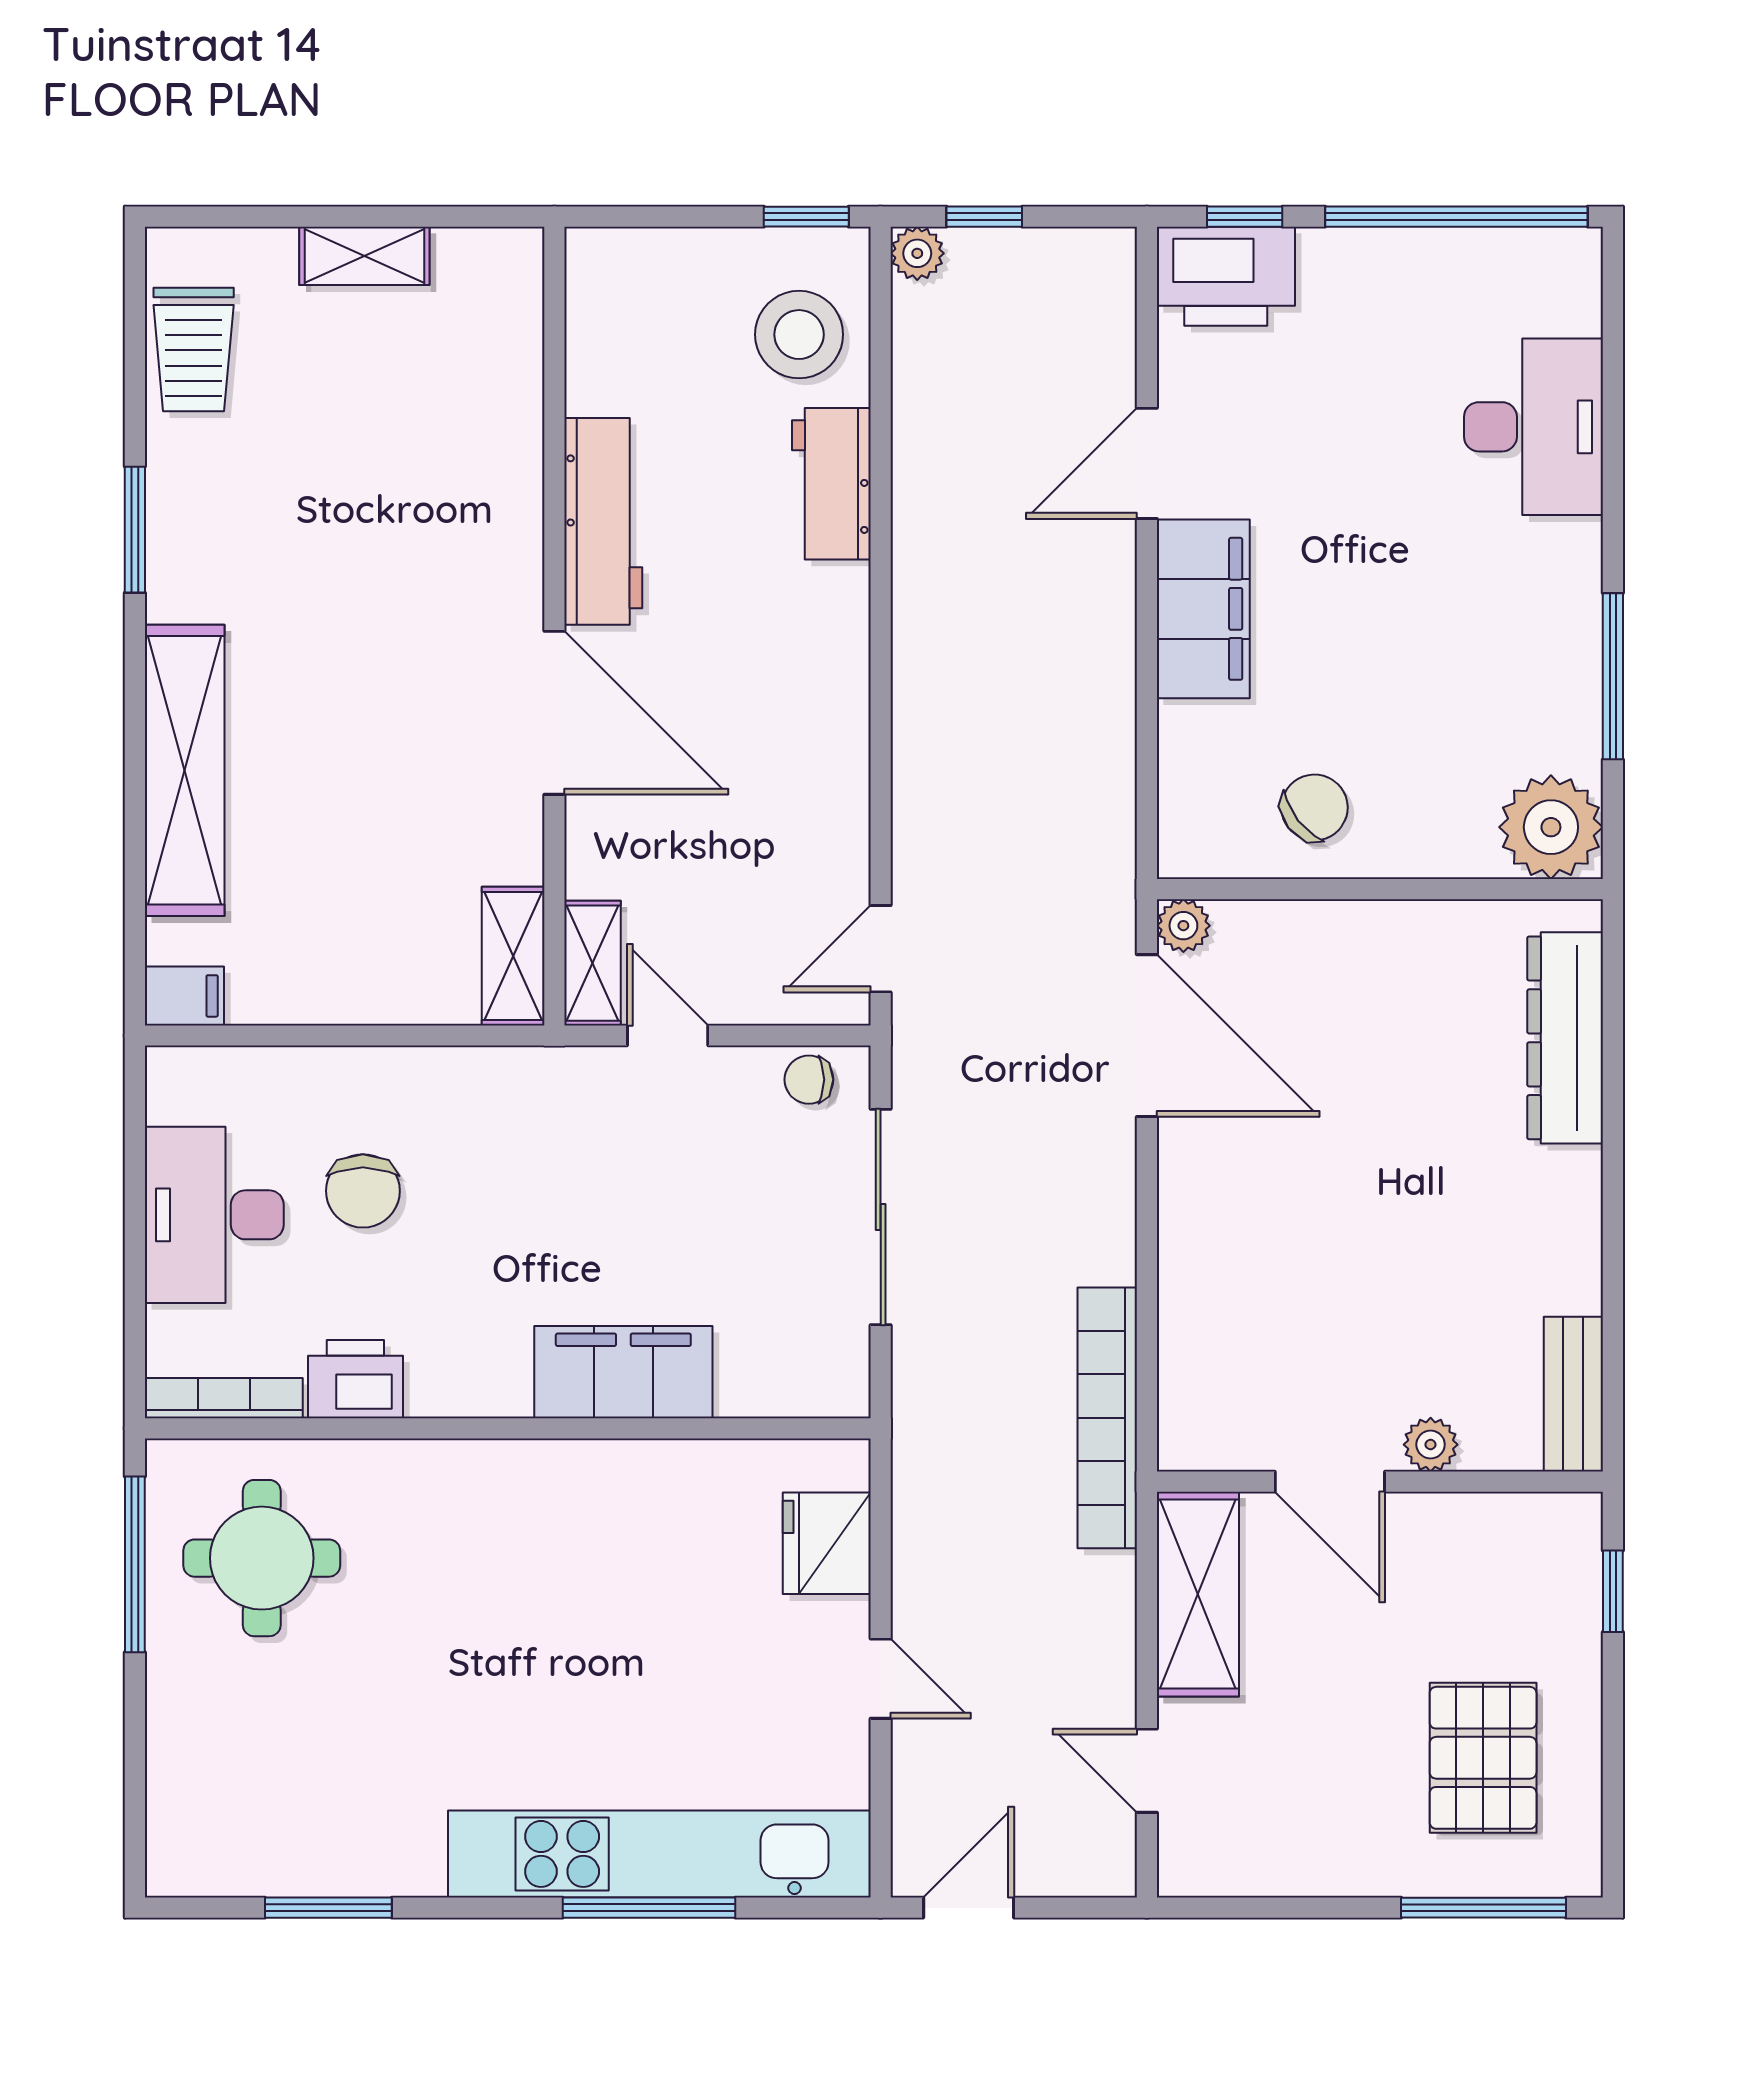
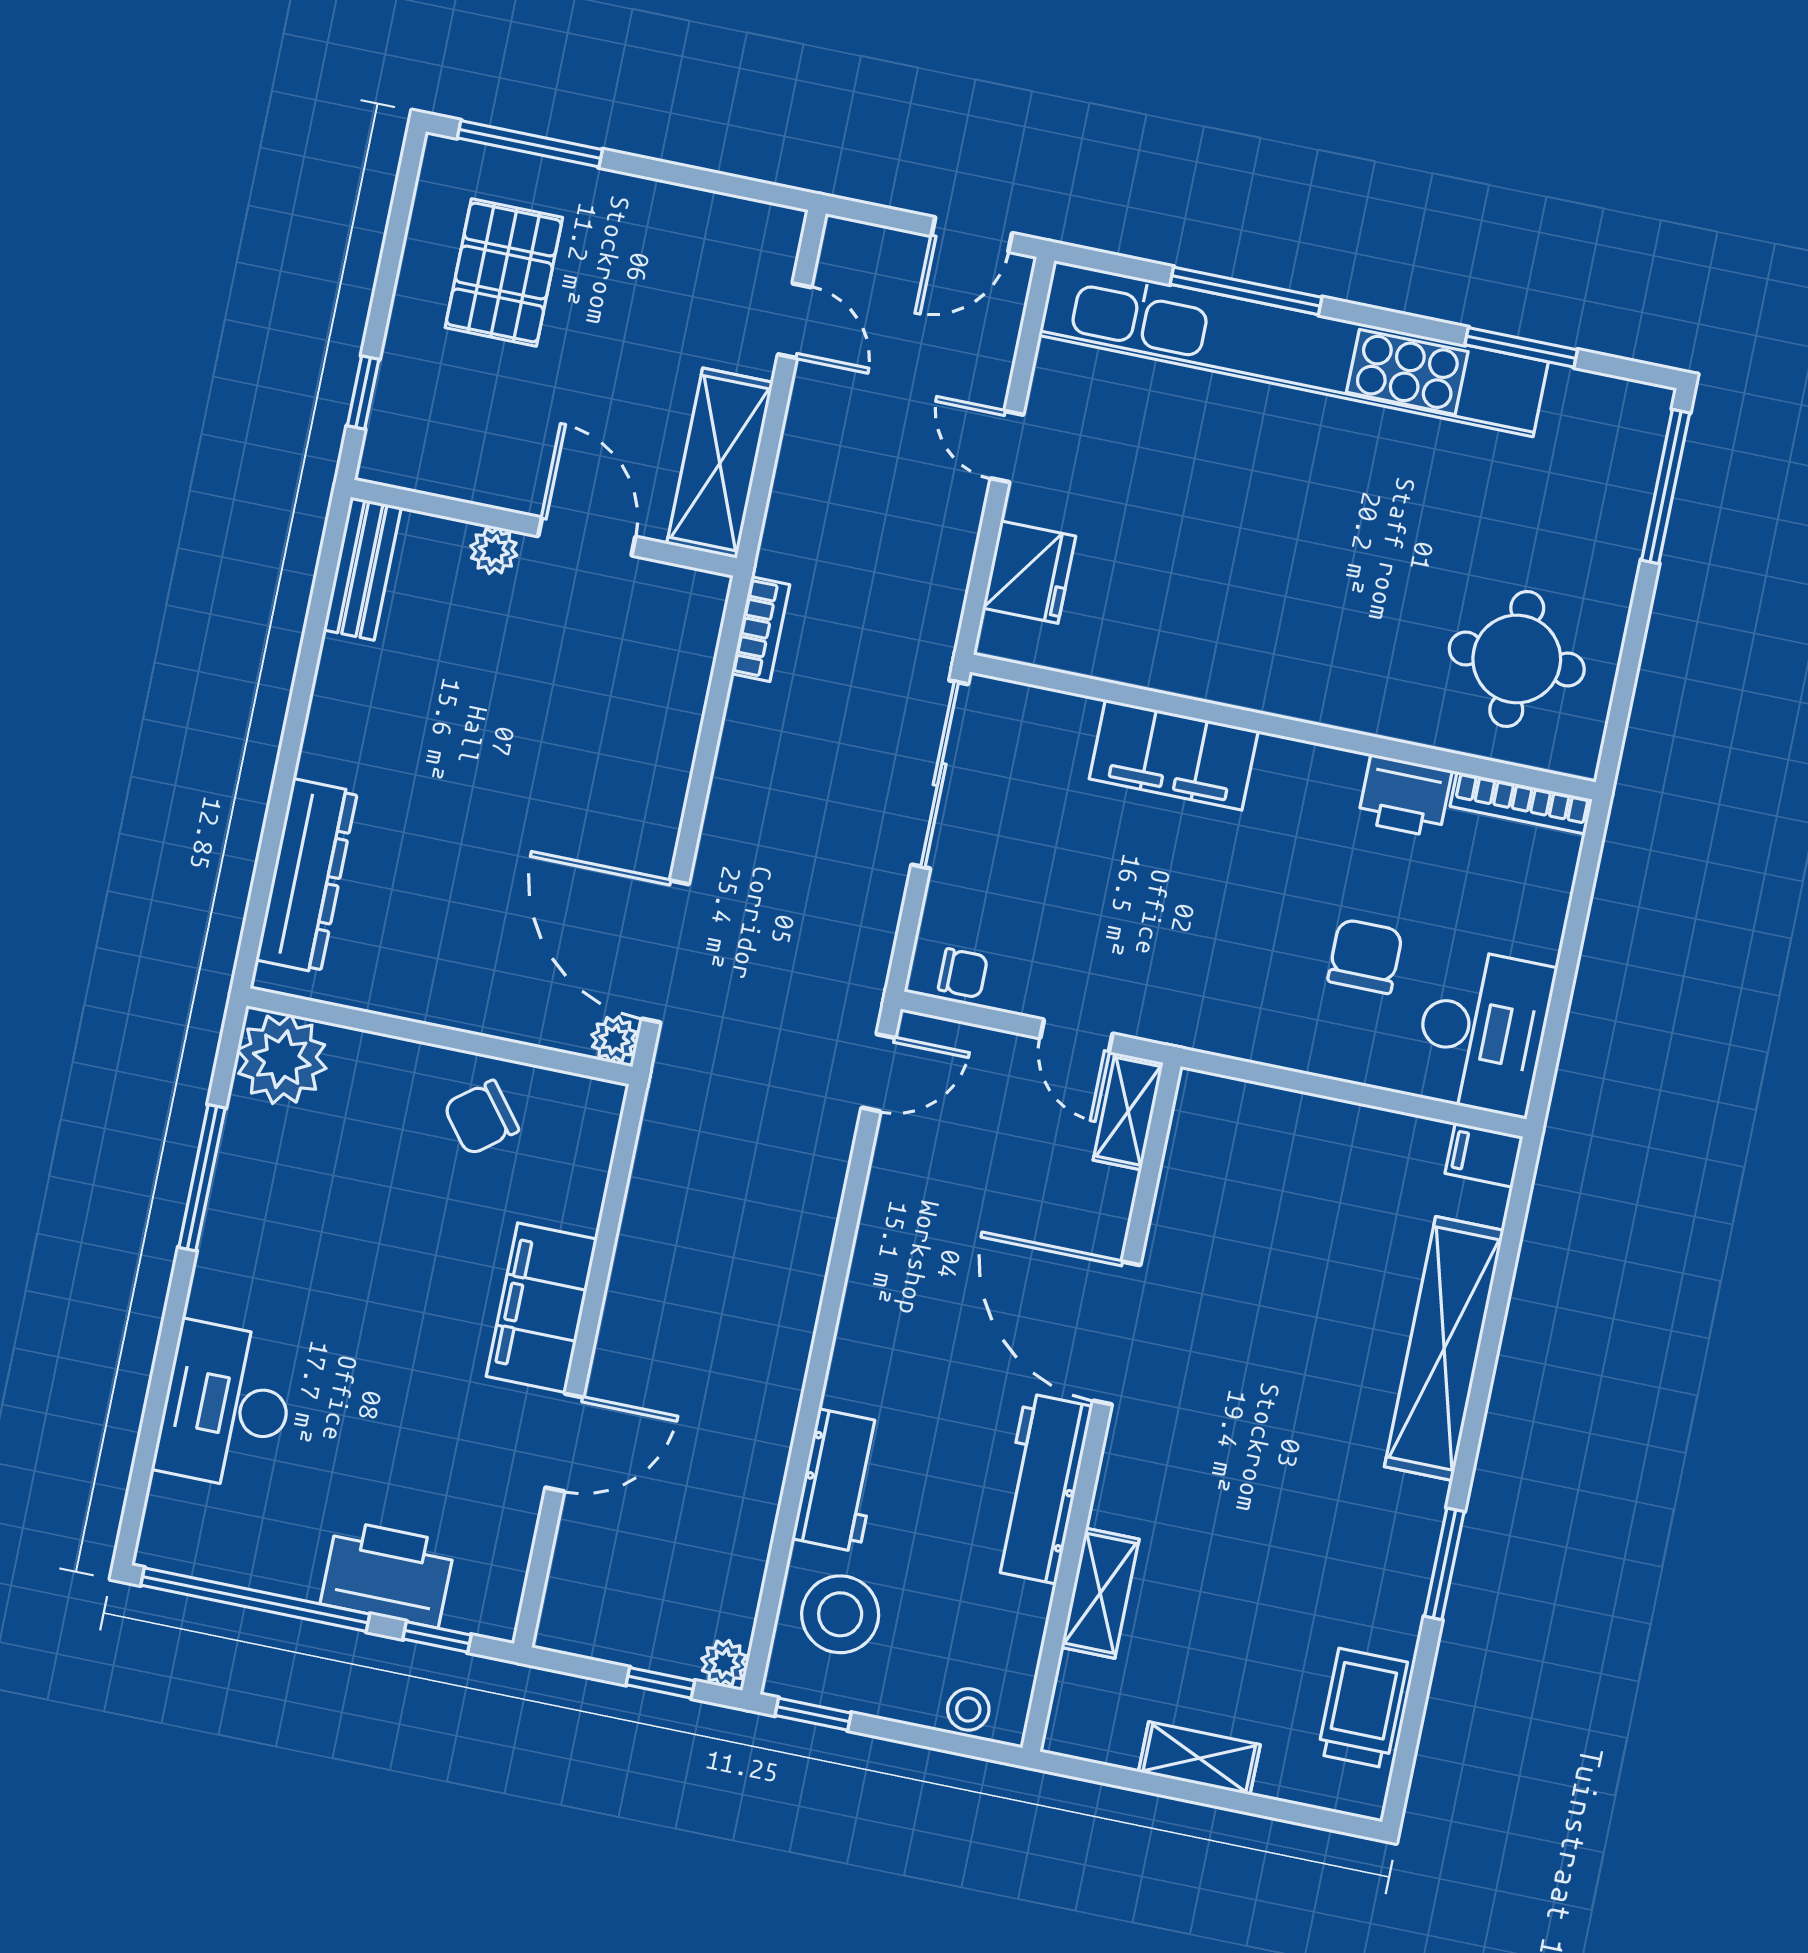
stool: (634, 258) -> (968, 1709), added
printer: (1226, 276) -> (388, 1574), moved
shelving: (513, 956) -> (1100, 1593), moved
desk: (214, 1215) -> (1483, 1031), moved
sliding door: (881, 1217) -> (940, 774), moved
bookcase: (1107, 1418) -> (760, 629), width x0.43, depth x0.76
window: (135, 1564) -> (1666, 487), moved
kitchen unit: (659, 1854) -> (1294, 349), width x1.36

